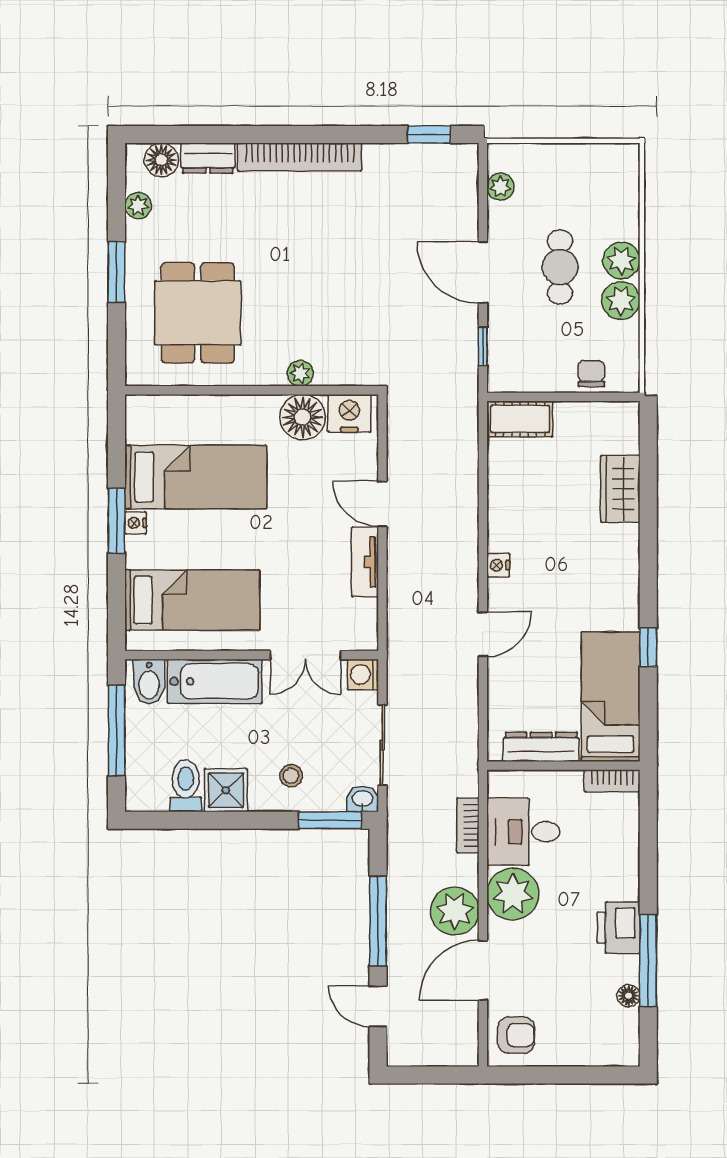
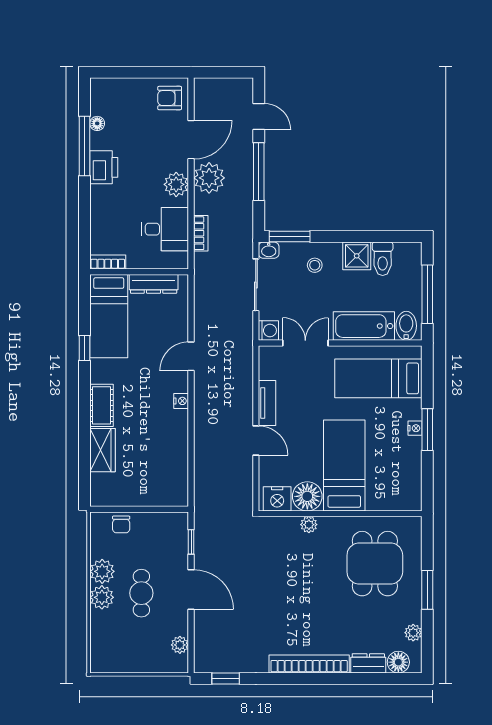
cot: (520, 419) -> (102, 405), moved, turned 90
bed: (196, 477) -> (344, 465), moved, turned 90
plant: (513, 894) -> (176, 184), width x0.73, depth x0.73

